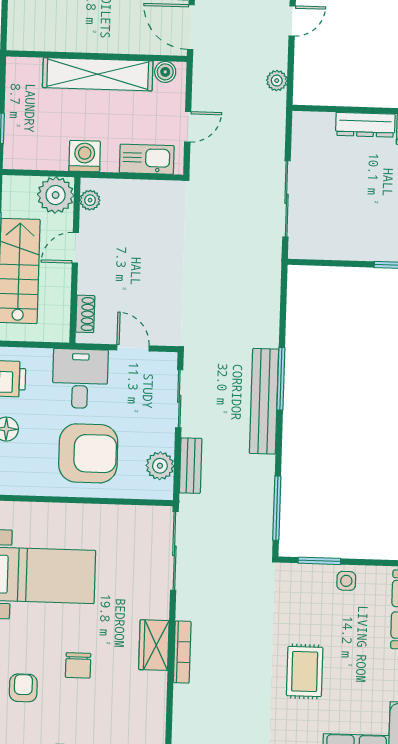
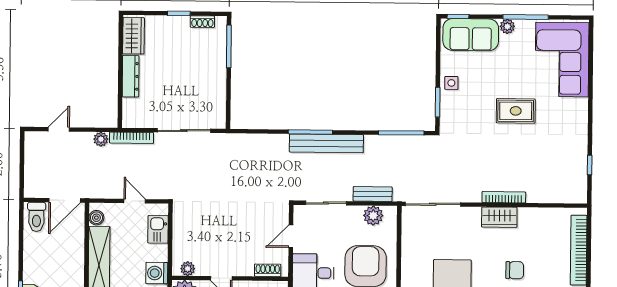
door: (292, 21) -> (59, 129), hinge flipped
bookcase: (278, 124) -> (132, 138), added
kitchen sink: (147, 159) -> (158, 229), width x0.73

